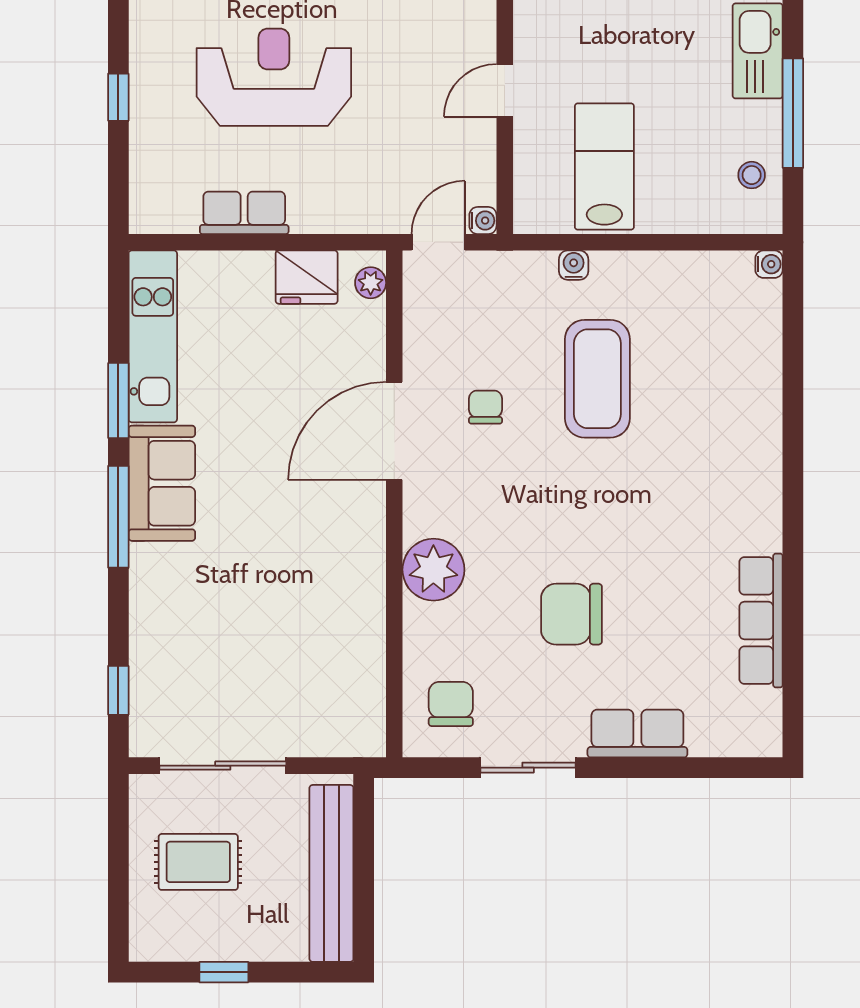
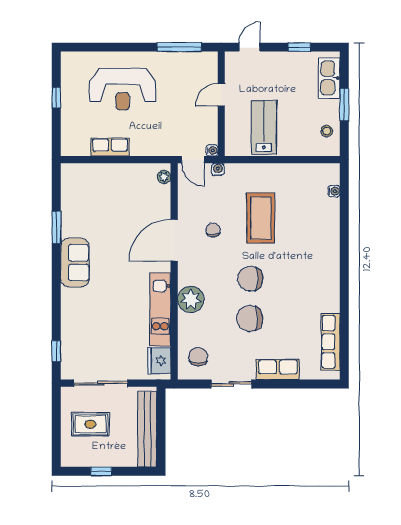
reception desk: (274, 77) -> (123, 89), turned 180
window: (793, 113) -> (344, 105), width x0.69
door: (438, 242) -> (193, 160), swing flipped
water cooler: (769, 264) -> (334, 191), moved
water cooler: (574, 265) -> (218, 169), moved
fridge: (307, 277) -> (159, 361), moved, turned 90
kitchen unit: (153, 336) -> (160, 309), moved, turned 180
window: (118, 517) -> (56, 277), removed
chair: (573, 521) -> (250, 279), added
row of seats: (761, 620) -> (331, 342), moved

